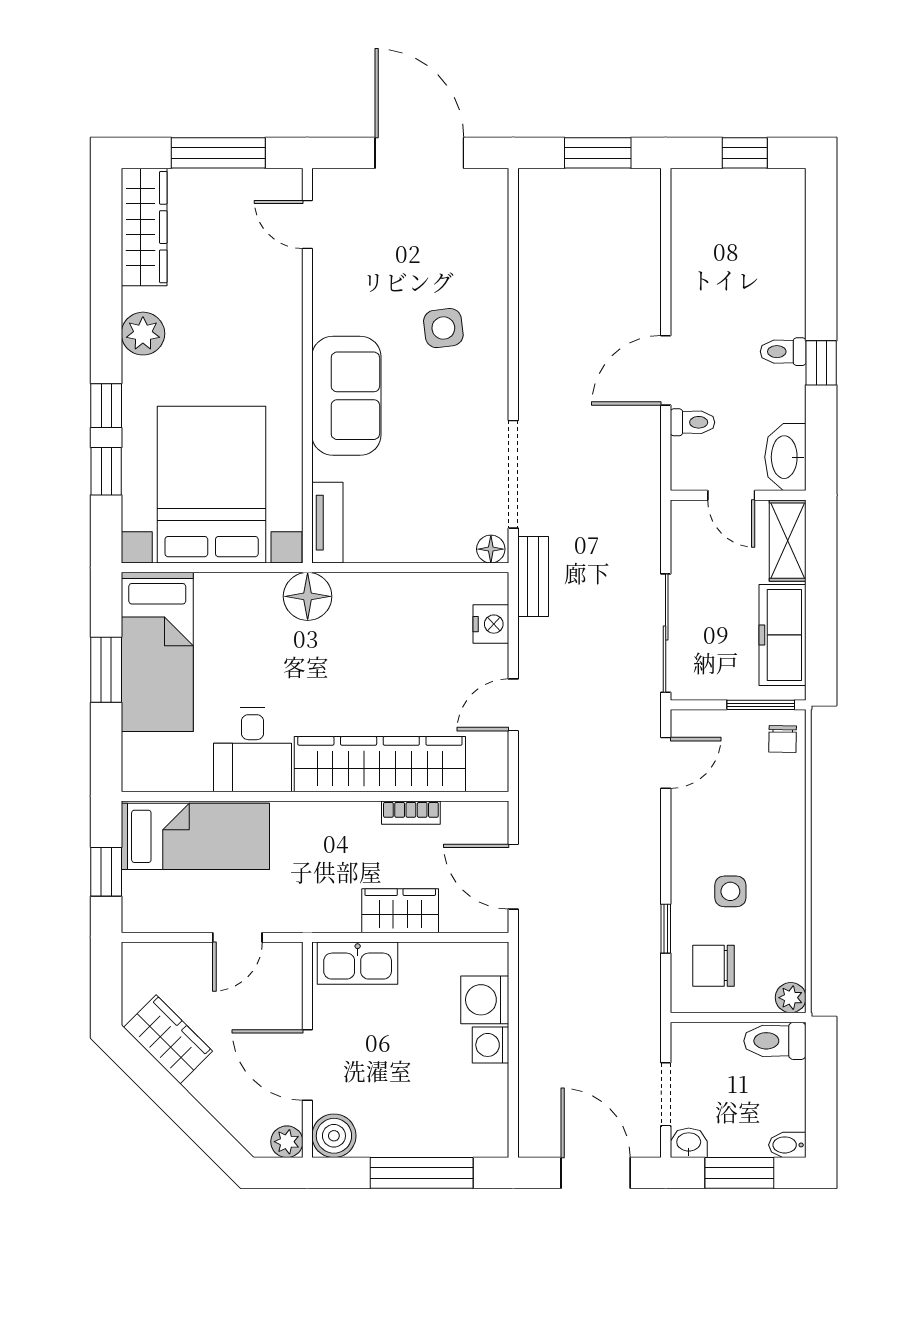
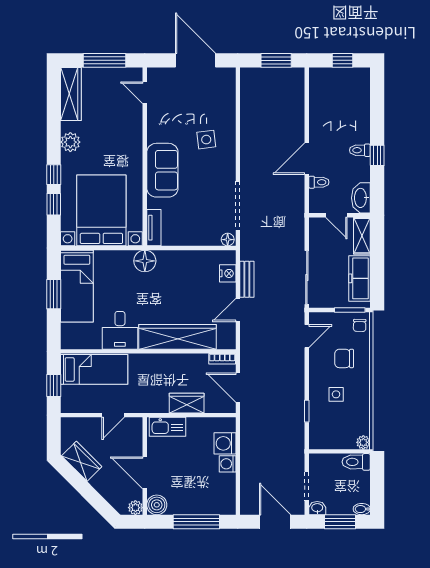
bench: (533, 577) -> (247, 279), moved
bookcase: (411, 813) -> (222, 359), moved
chair: (713, 966) -> (344, 358), moved

